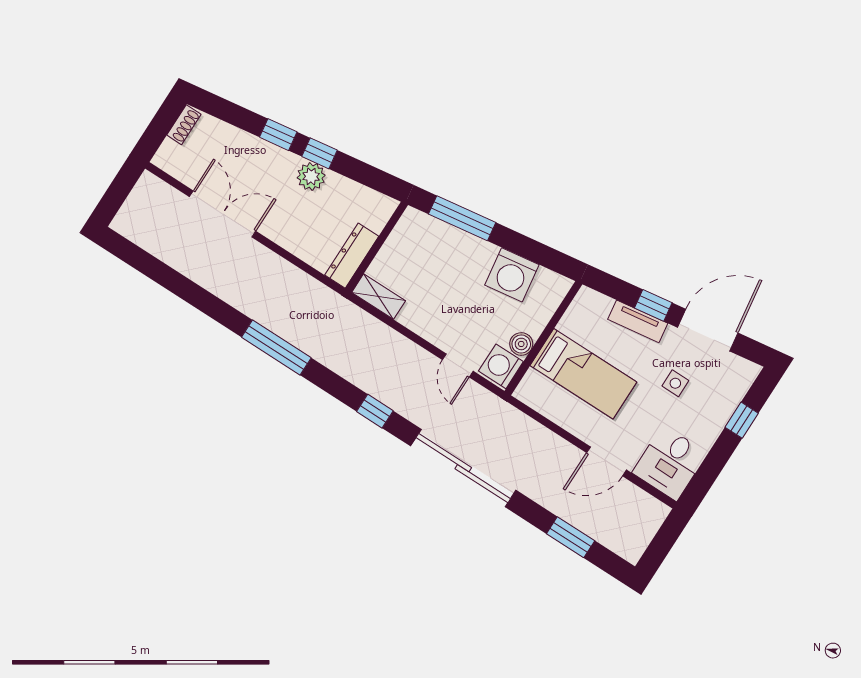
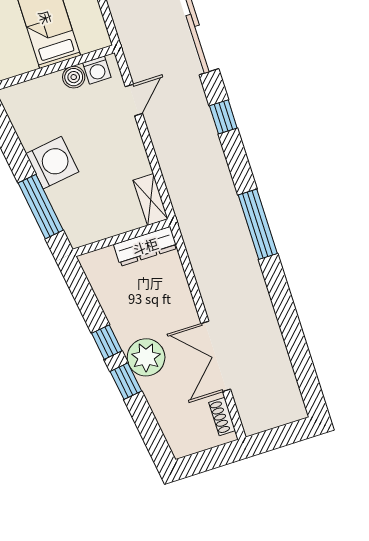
shoe rack: (184, 125) -> (222, 416), moved, turned -90
plant: (311, 176) -> (146, 357), moved, width x1.36, depth x1.36
washing machine: (512, 275) -> (52, 163), moved
washing machine: (501, 366) -> (97, 70), width x0.73, depth x0.73

